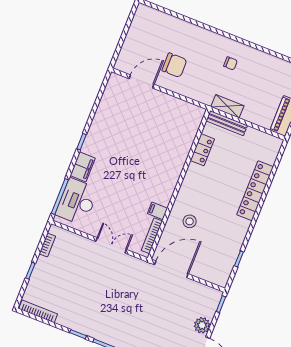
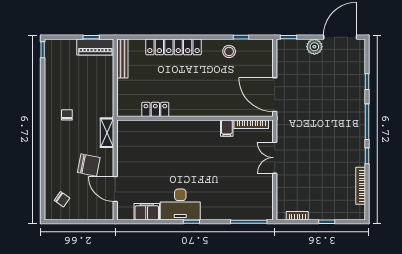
chair: (152, 27) -> (62, 199), added
chair: (174, 65) -> (89, 165), turned 101
shelving: (227, 106) -> (107, 133), moved
bench: (227, 123) -> (122, 58), moved
filing cabinet: (83, 167) -> (147, 212), moved
desk: (77, 202) -> (180, 204), moved
stool: (190, 221) -> (229, 51), moved
bookcase: (38, 311) -> (361, 186), moved

